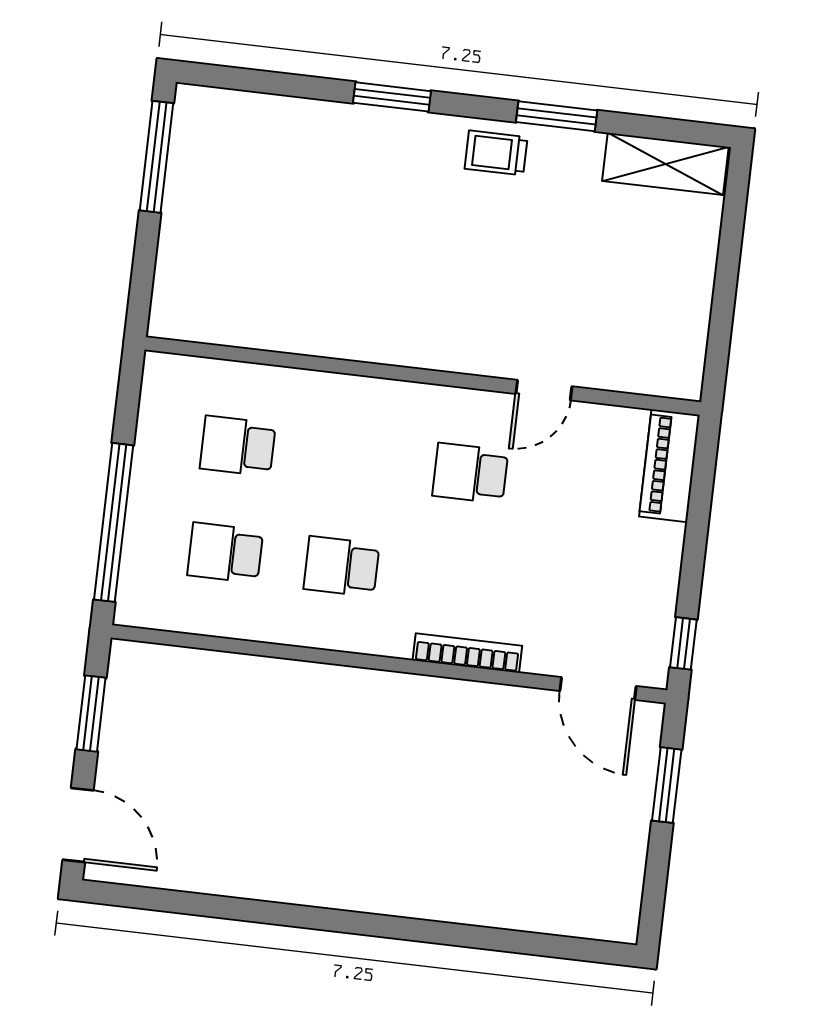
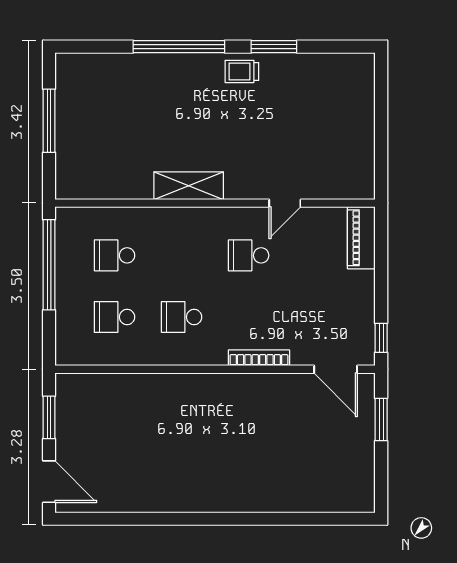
window: (392, 97) -> (179, 47), width x2.11
window: (157, 157) -> (49, 121), moved
shelving: (665, 164) -> (189, 186), moved
window: (114, 522) -> (49, 265), moved

